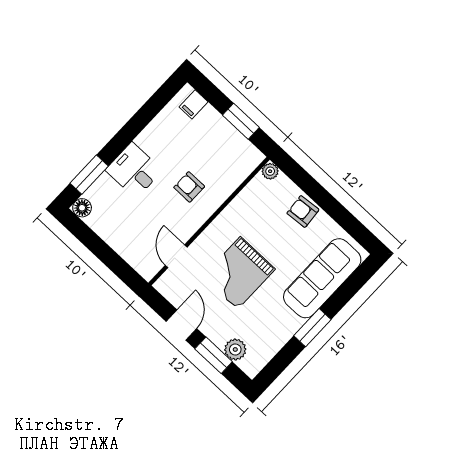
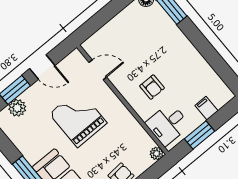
filing cabinet: (194, 104) -> (206, 108), moved
desk: (134, 170) -> (168, 124), moved, turned 180
armchair: (189, 187) -> (152, 87), turned 90

